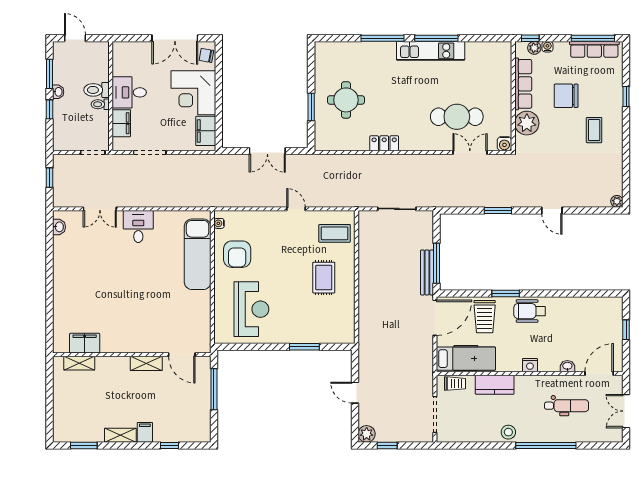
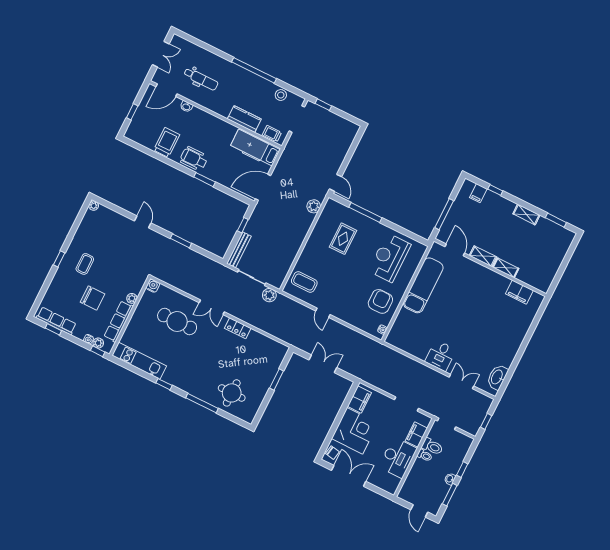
window: (436, 38) -> (164, 384), width x0.46
window: (593, 38) -> (53, 329), width x0.46
kitchen unit: (431, 51) -> (139, 361), moved
toilet: (96, 90) -> (432, 447), moved
desk: (129, 92) -> (398, 458), width x1.37
window: (626, 97) -> (59, 259), moved
round table: (346, 100) -> (232, 393), moved
plant: (527, 123) -> (132, 298), width x0.53, depth x0.53
double door: (470, 153) -> (212, 307), moved
plant: (367, 199) -> (269, 295), added
washbasin: (59, 227) -> (497, 377), width x1.91, depth x1.45
exam couch: (198, 254) -> (423, 285), moved
window: (436, 263) -> (243, 225), width x0.46
bench: (427, 272) -> (239, 250), moved
rug: (324, 278) -> (343, 239), moved
wheelchair: (530, 311) -> (194, 159), turned 180
trolley: (485, 317) -> (167, 142), moved
window: (304, 347) -> (365, 212), width x1.44
shelving: (79, 363) -> (506, 268), moved
nightstand: (530, 365) -> (212, 120), removed
door: (355, 393) -> (336, 183), moved
dental chair: (566, 406) -> (201, 79), turned 180
filing cabinet: (145, 432) -> (478, 193), moved
stool: (508, 432) -> (281, 95), moved
plant: (367, 434) -> (314, 206), moved
window: (387, 446) -> (323, 105), moved
window: (546, 446) -> (254, 70), moved

